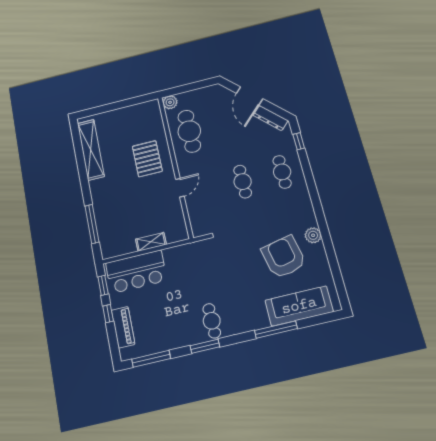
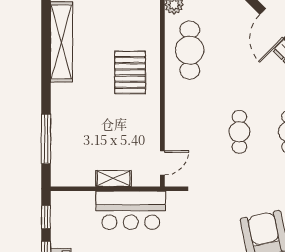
door: (180, 188) -> (162, 163), moved
bar counter: (136, 272) -> (131, 210), moved

